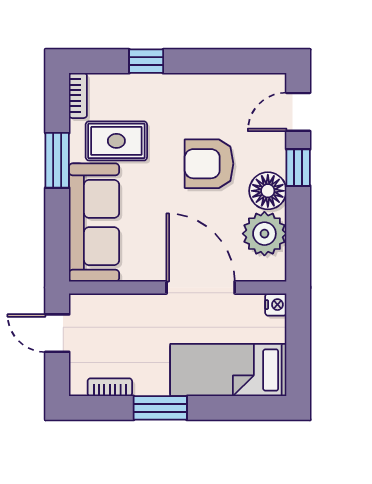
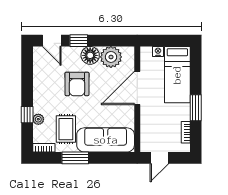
plant: (136, 84) -> (38, 119), added
nightstand: (276, 305) -> (158, 51), moved

